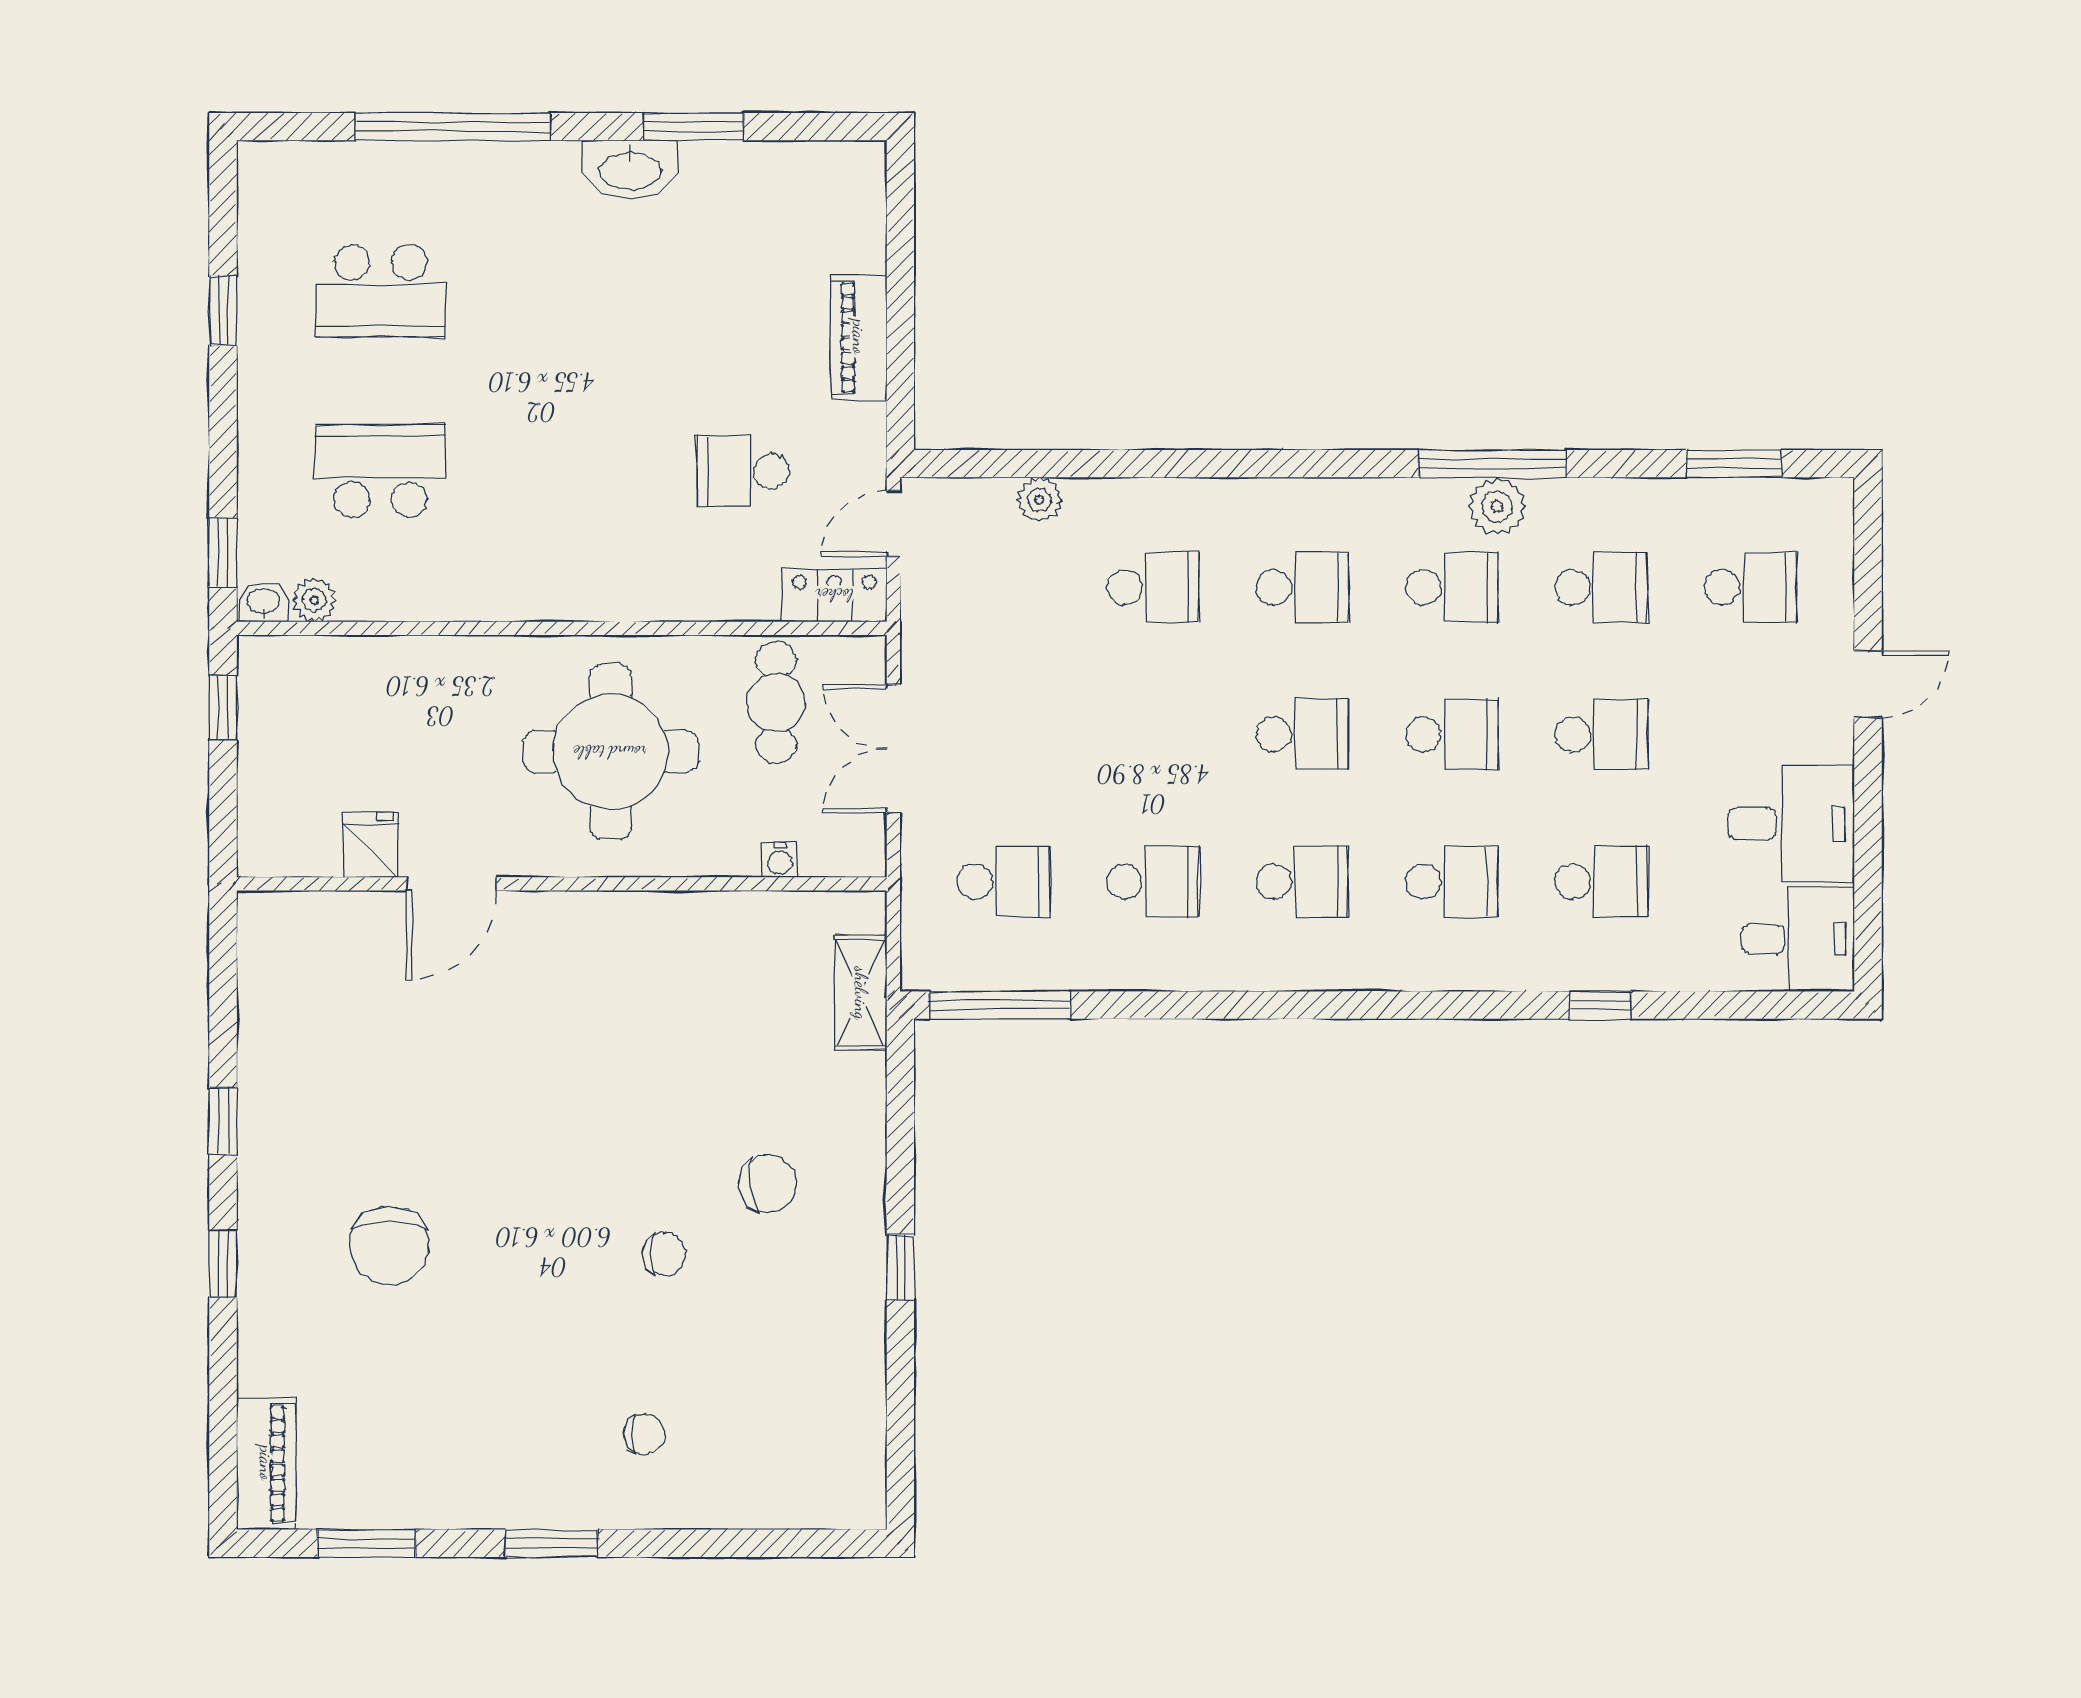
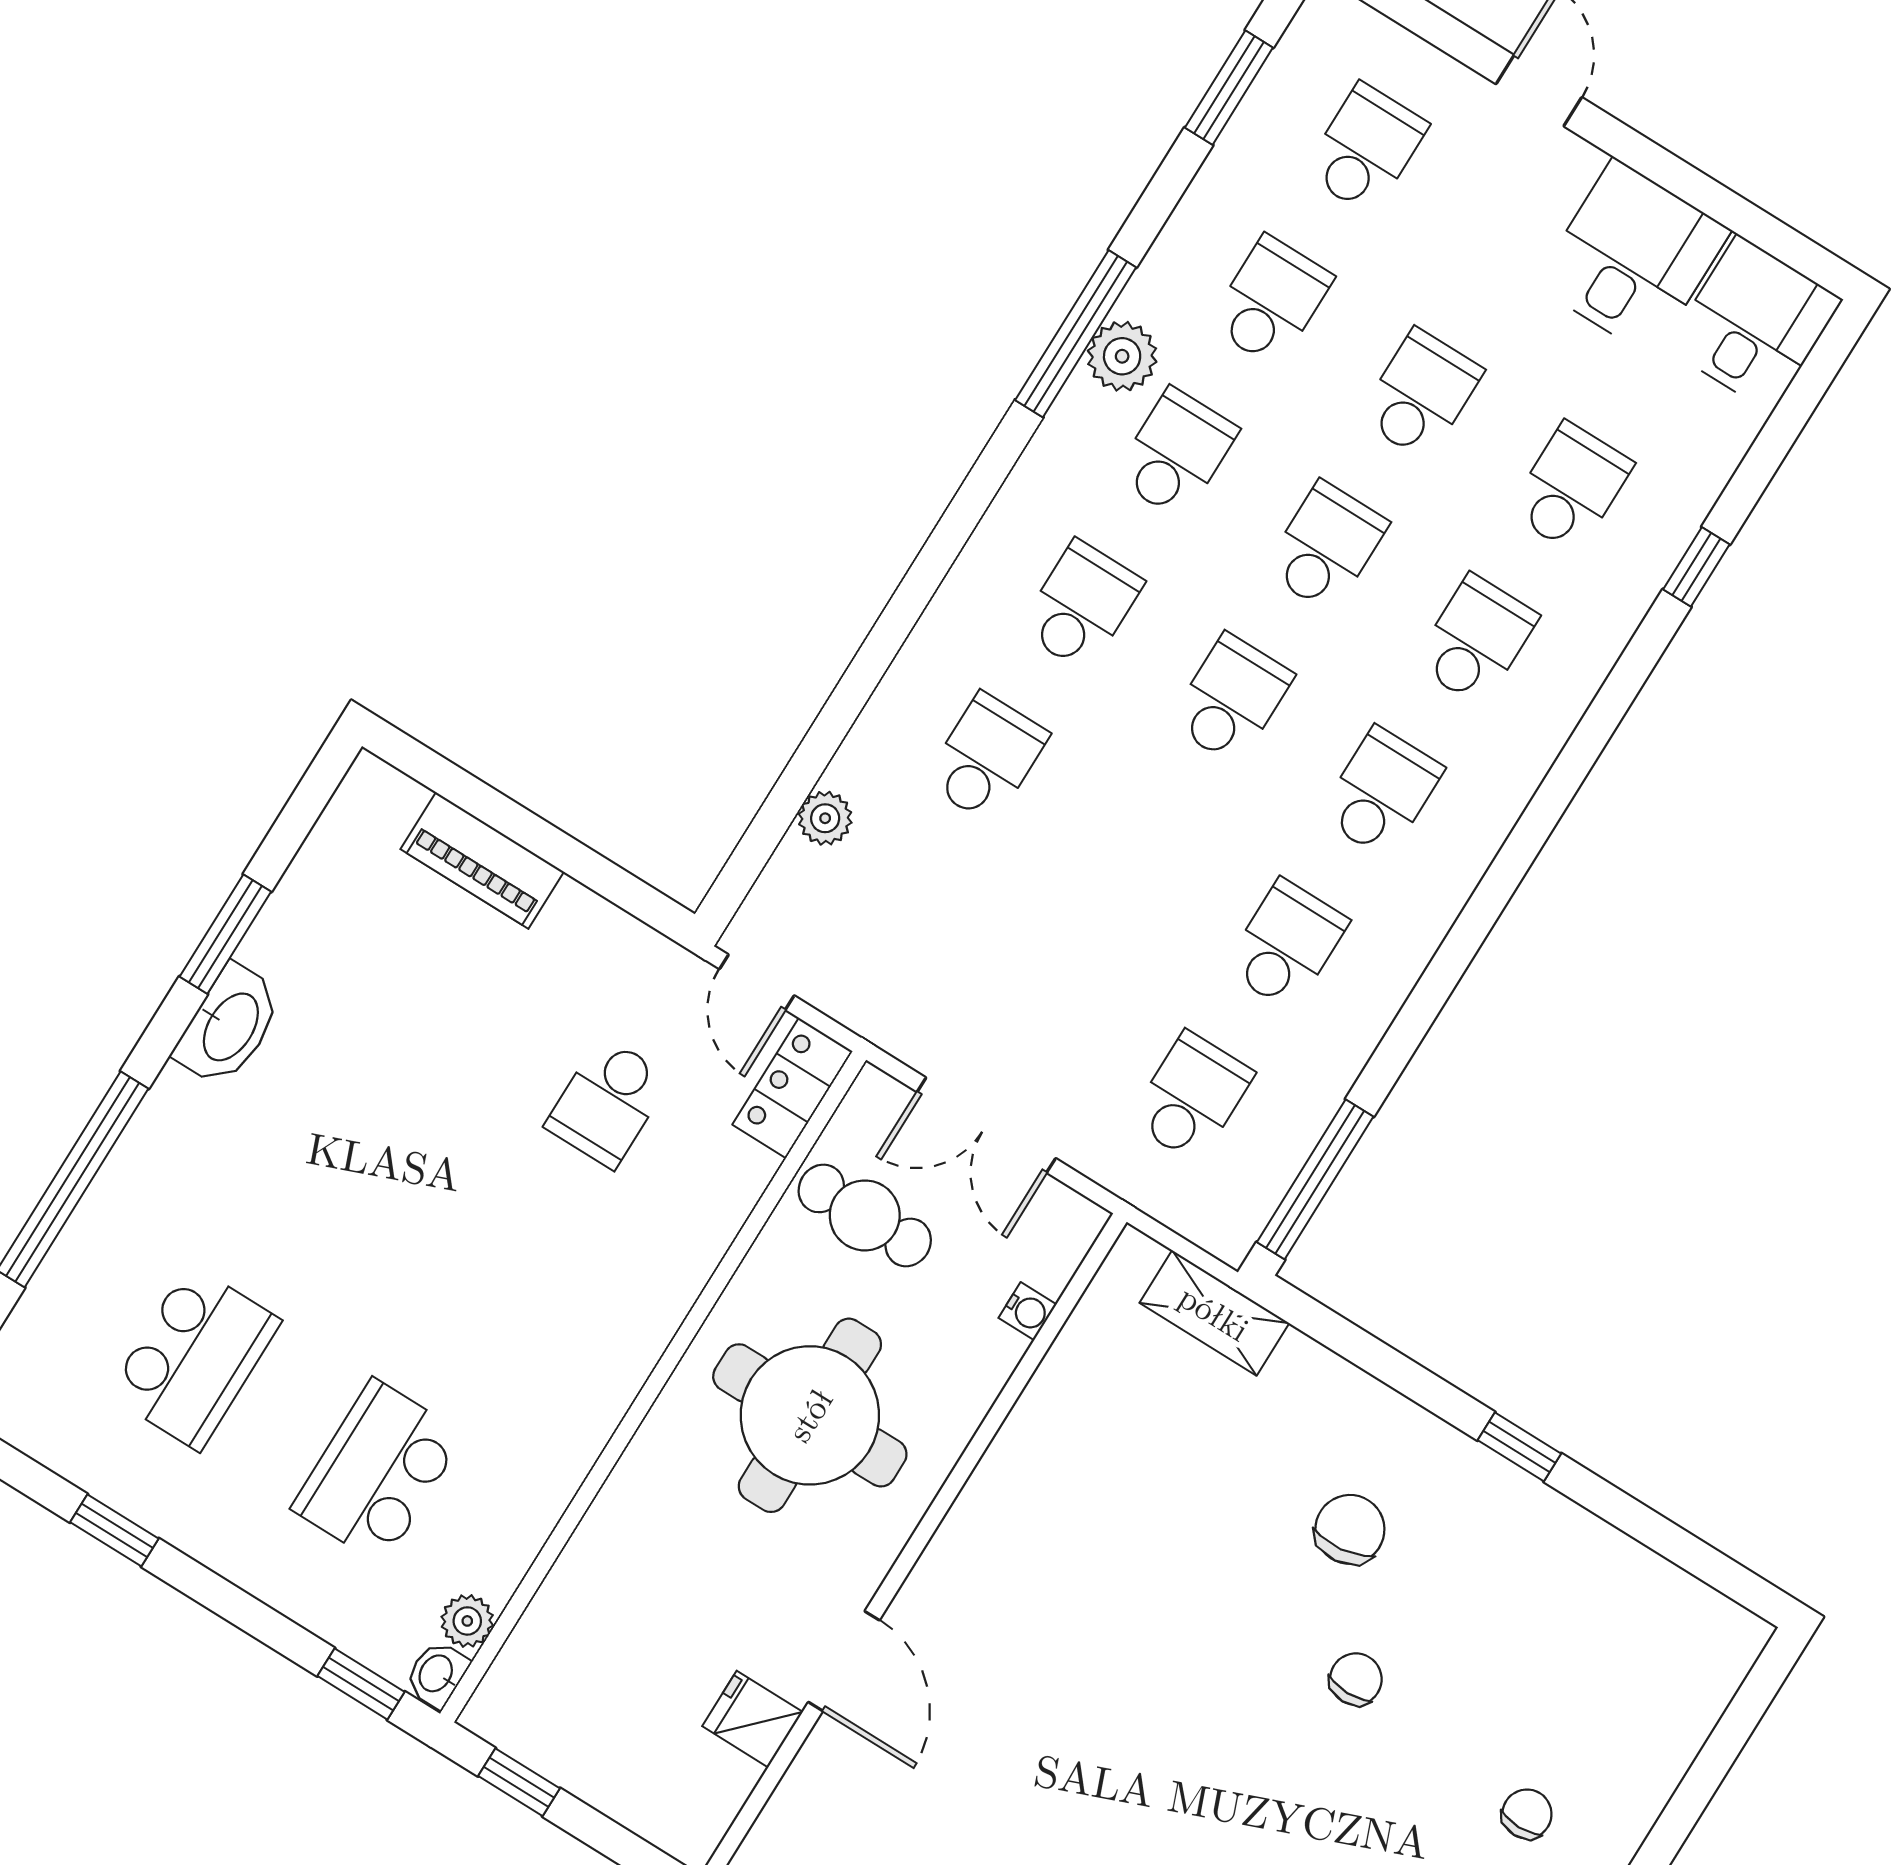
piano: (859, 337) -> (482, 860), moved

